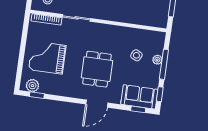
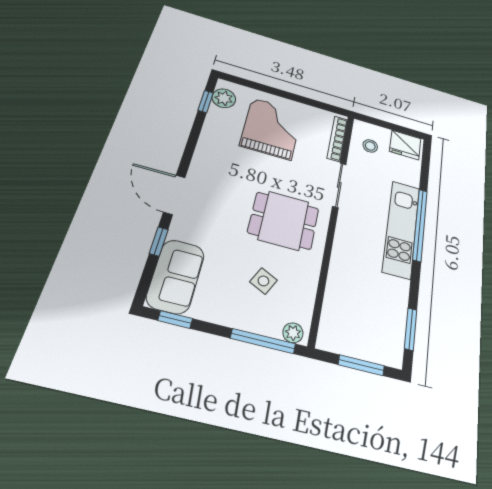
plant: (157, 60) -> (293, 333), moved
window: (164, 64) -> (263, 341), moved
dining table: (97, 69) -> (284, 221), moved
window: (138, 109) -> (159, 241), moved

